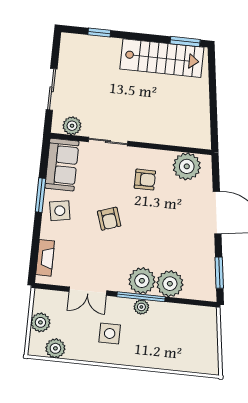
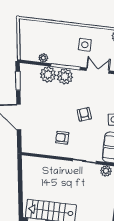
plant: (187, 166) -> (37, 145), removed
plant: (141, 307) -> (43, 58), moved

